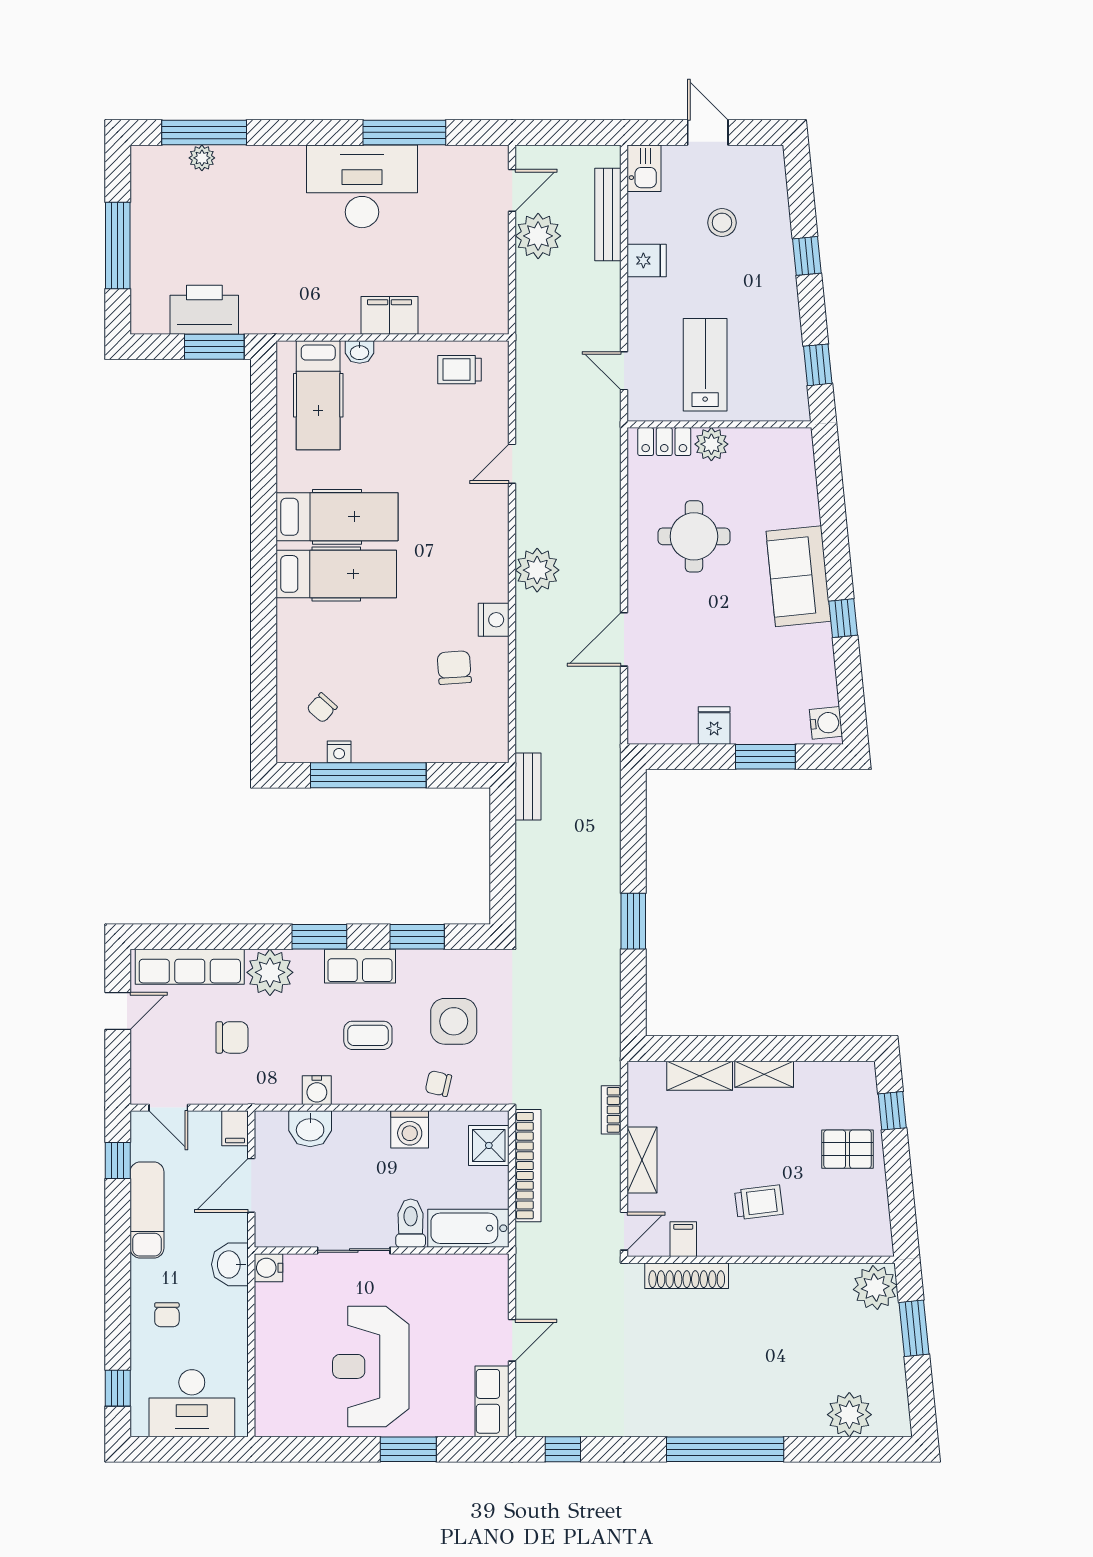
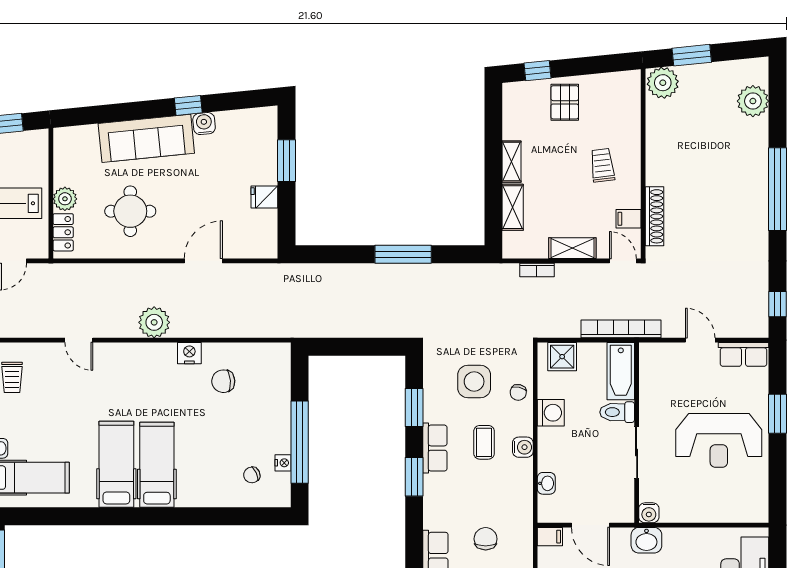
sofa: (798, 576) -> (146, 138), width x1.36
door: (624, 639) -> (203, 261), swing flipped
chair: (322, 708) -> (252, 475), turned 113
water cooler: (826, 723) -> (204, 124), moved
bench: (528, 786) -> (308, 329), removed
window: (633, 921) -> (403, 254), width x1.44
plant: (270, 972) -> (439, 512), removed
water cooler: (317, 1090) -> (523, 447), moved
washbasin: (310, 1129) -> (546, 483), width x0.72, depth x0.69
bookcase: (528, 1166) -> (621, 329), moved

